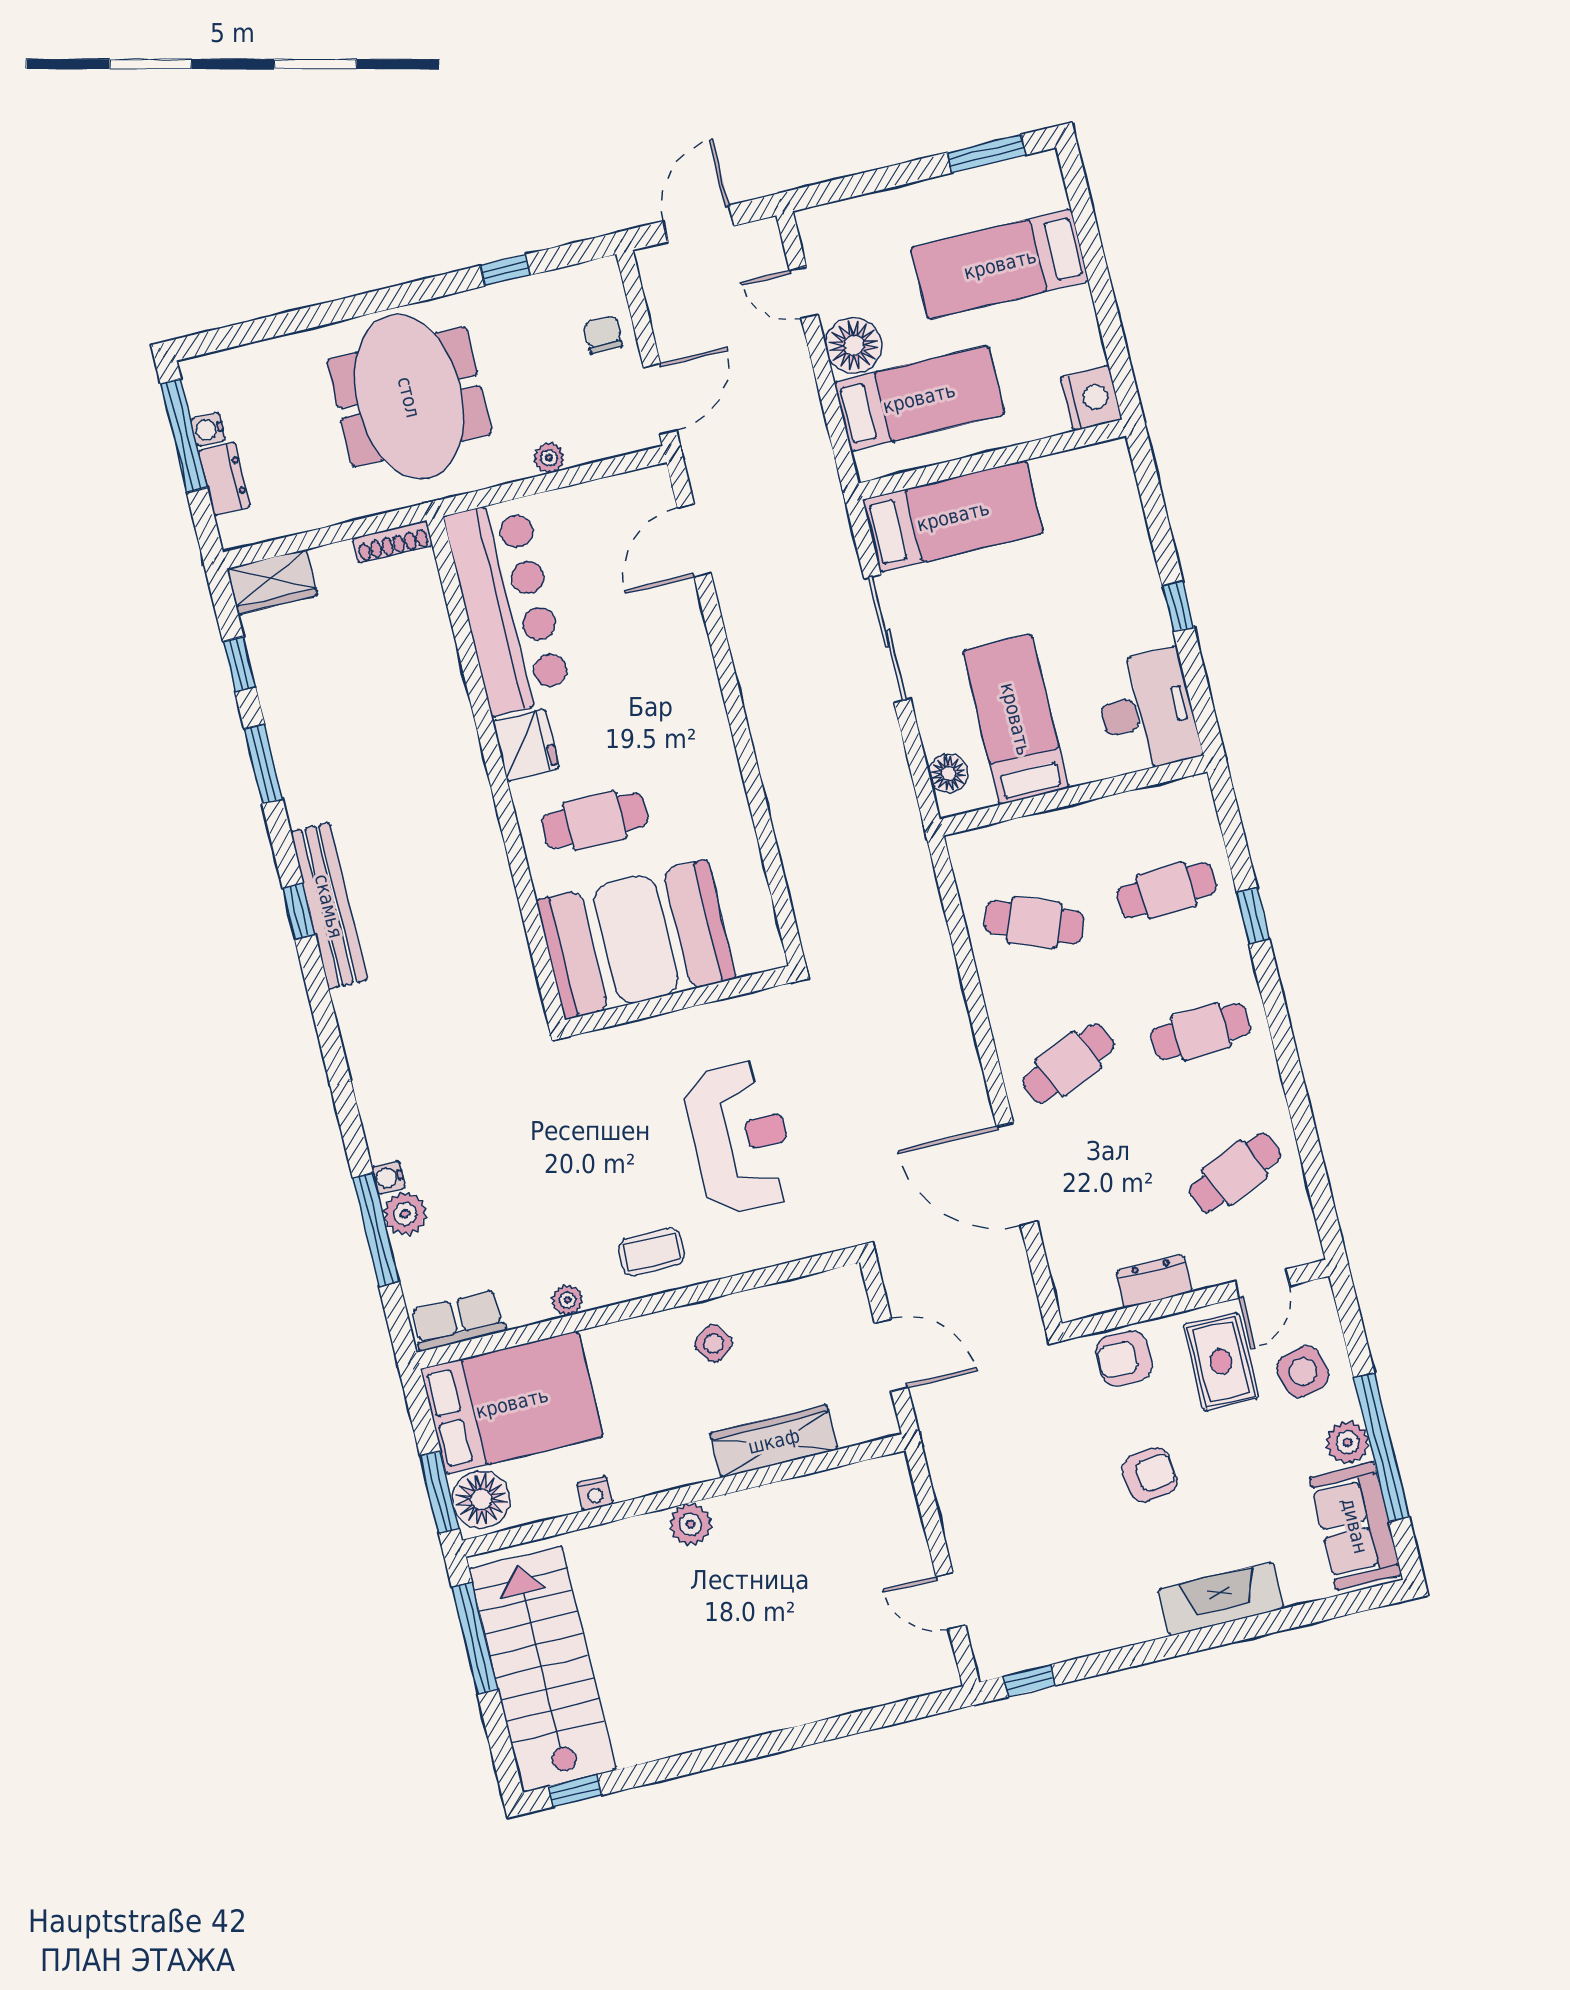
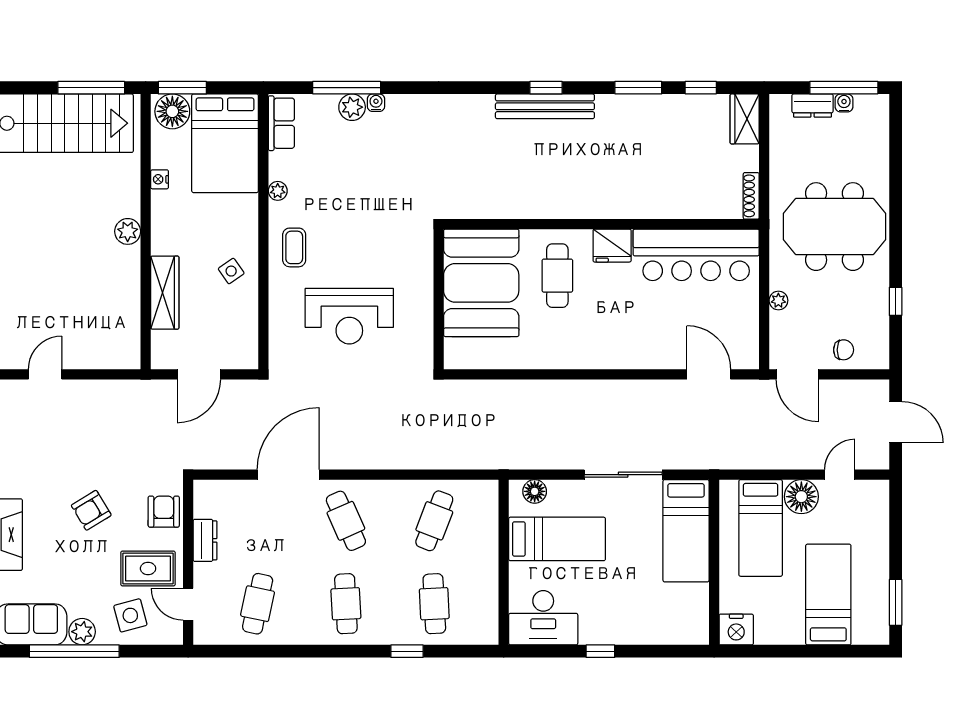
cafe table: (1235, 1173) -> (258, 604), turned 36
armchair: (1150, 1475) -> (91, 510), turned 67

